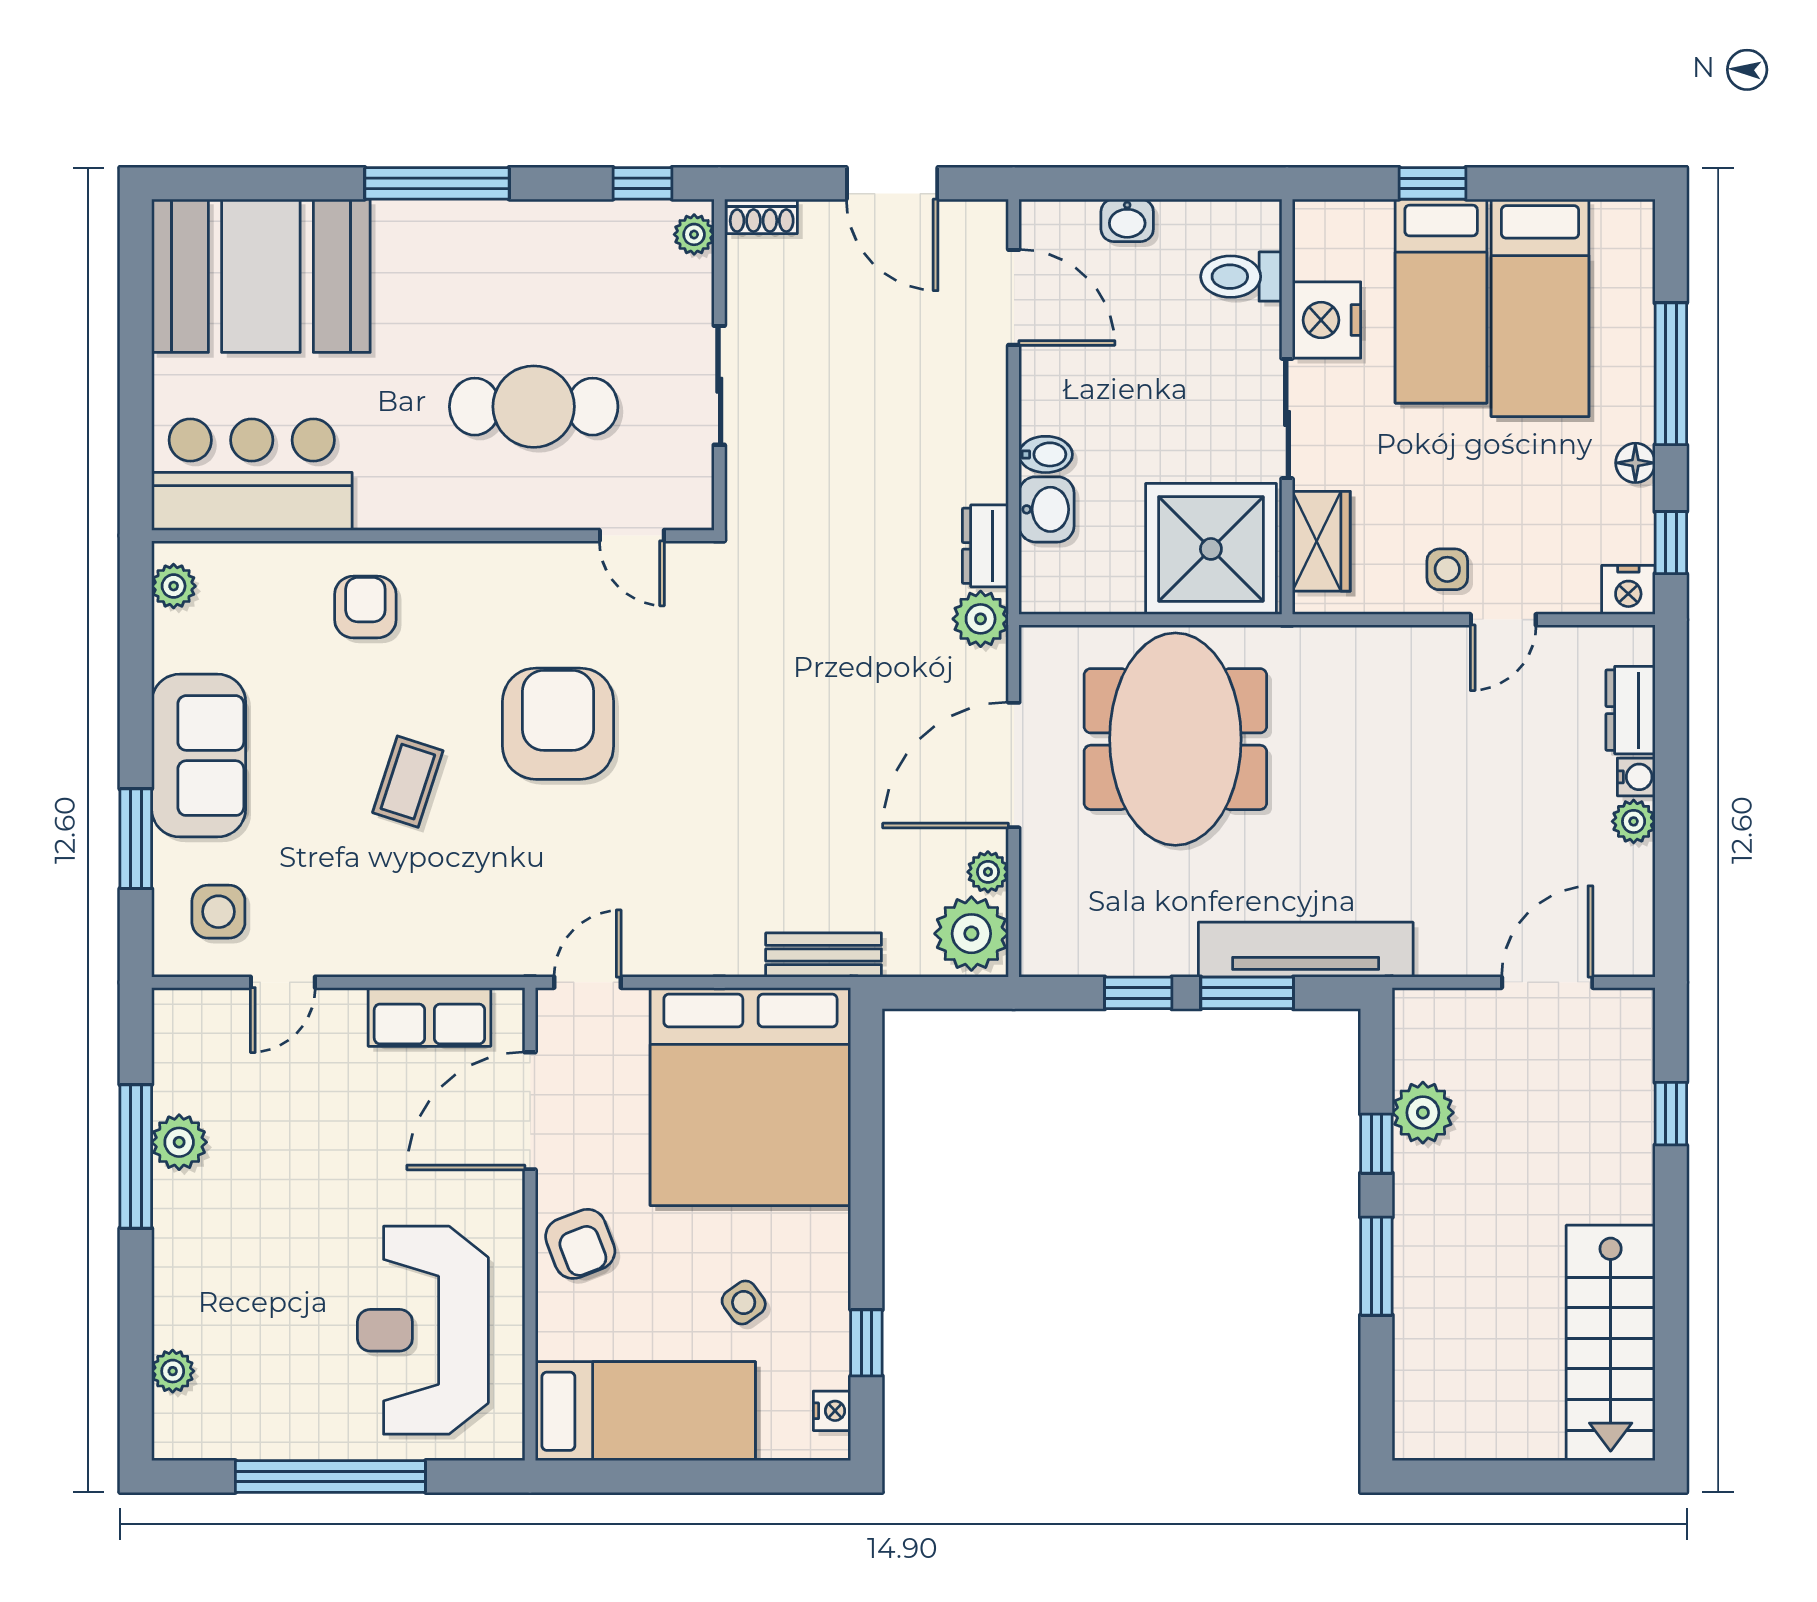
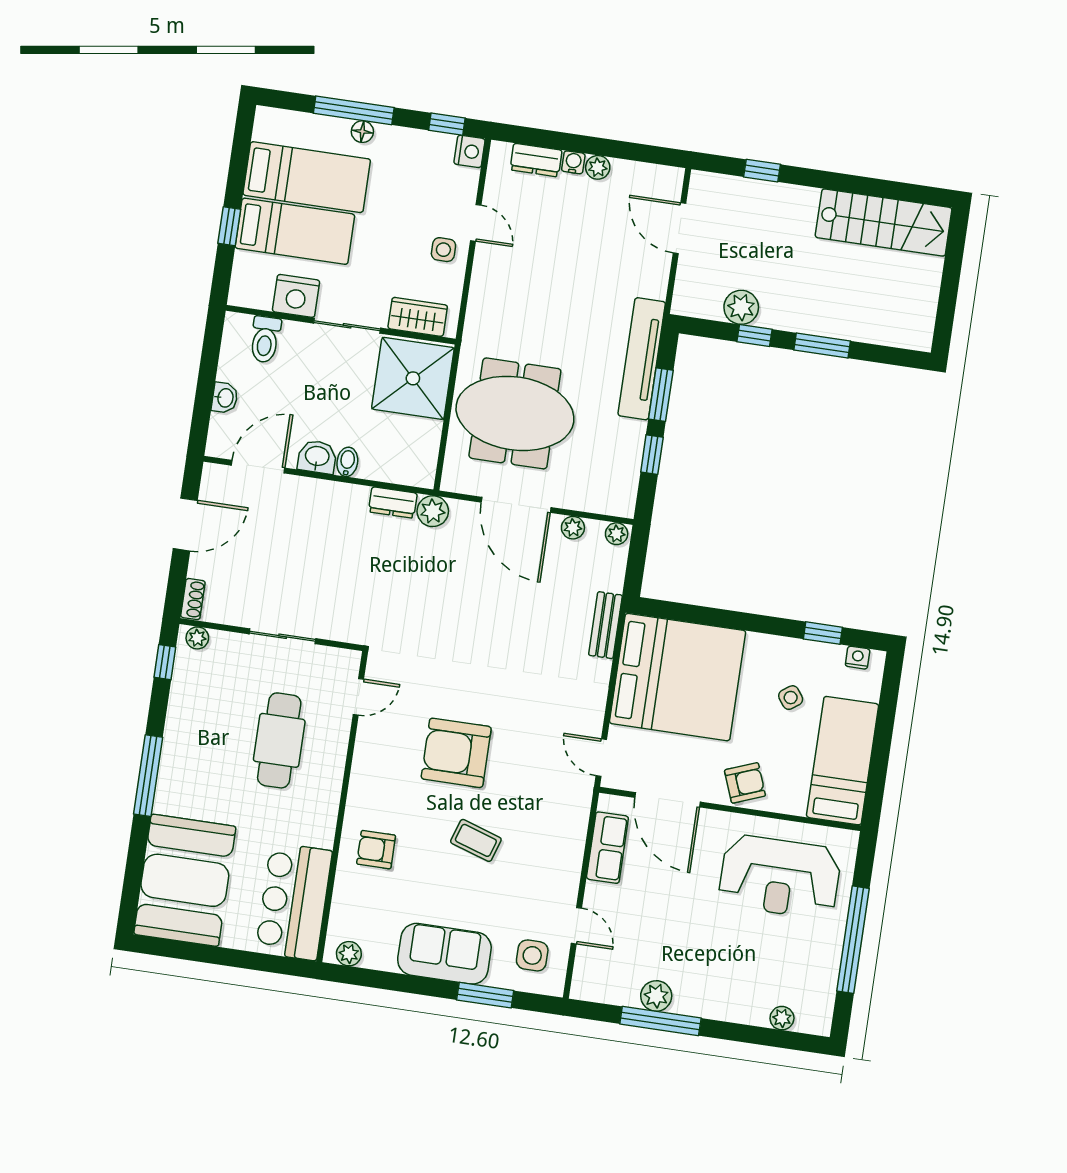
floor lamp: (1635, 463) -> (362, 132), moved
washbasin: (1047, 509) -> (317, 457), moved
plant: (971, 934) -> (617, 534), width x0.53, depth x0.53

